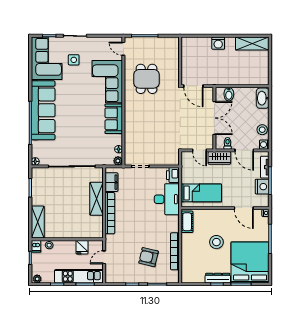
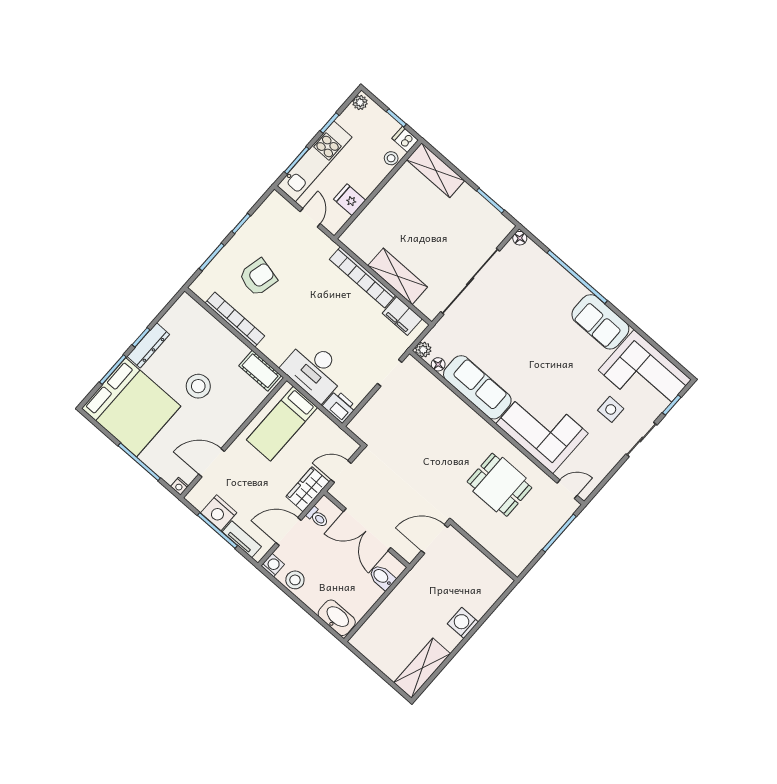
sofa: (43, 110) -> (600, 322), width x0.54, depth x0.79
sofa: (114, 119) -> (477, 387), width x1.36

